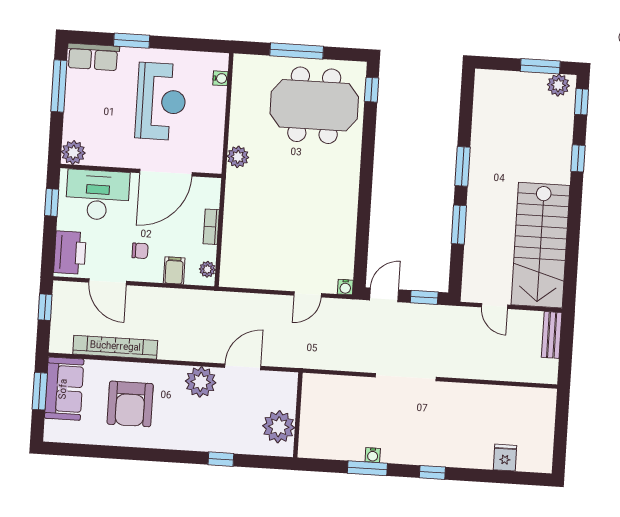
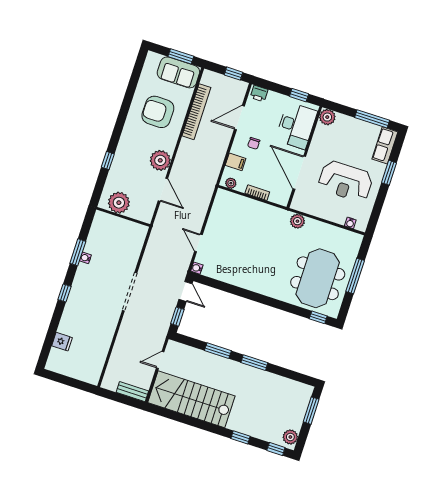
window: (540, 66) -> (311, 411), moved
printer: (70, 252) -> (259, 93), width x0.53, depth x0.68

